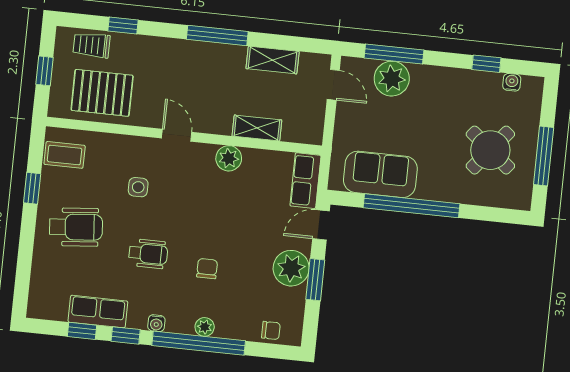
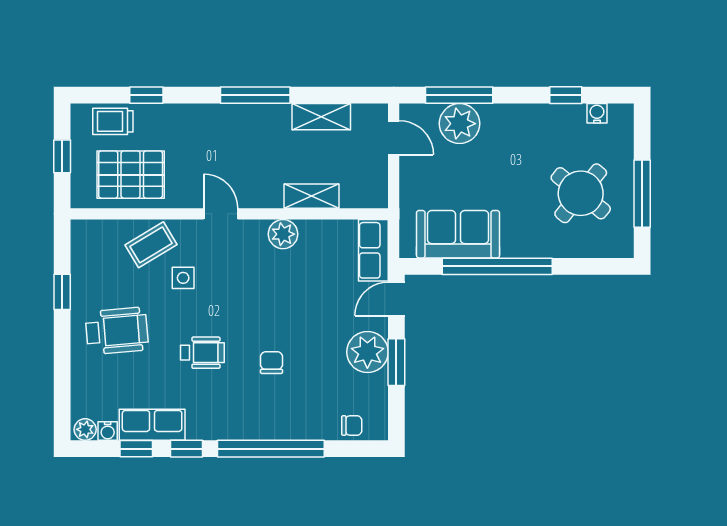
coffee table: (65, 155) -> (151, 245), moved, turned -31
water cooler: (156, 323) -> (108, 431), moved
plant: (205, 327) -> (85, 429), moved

